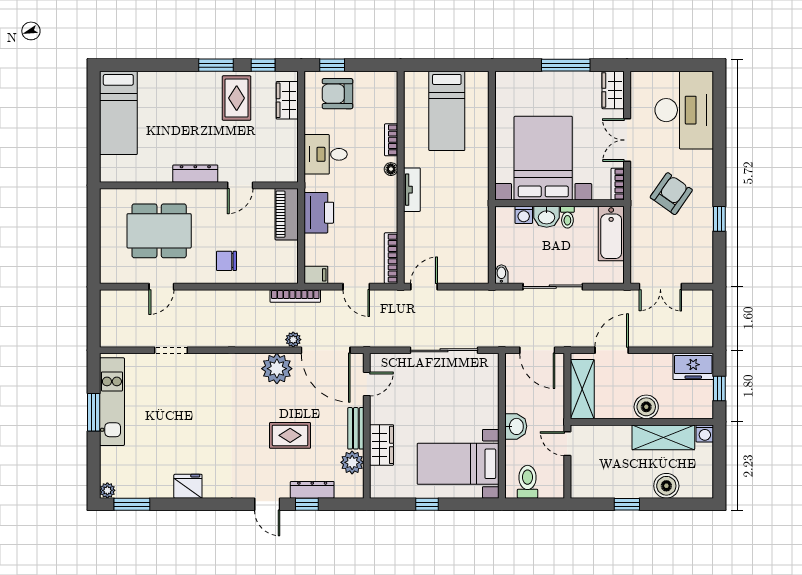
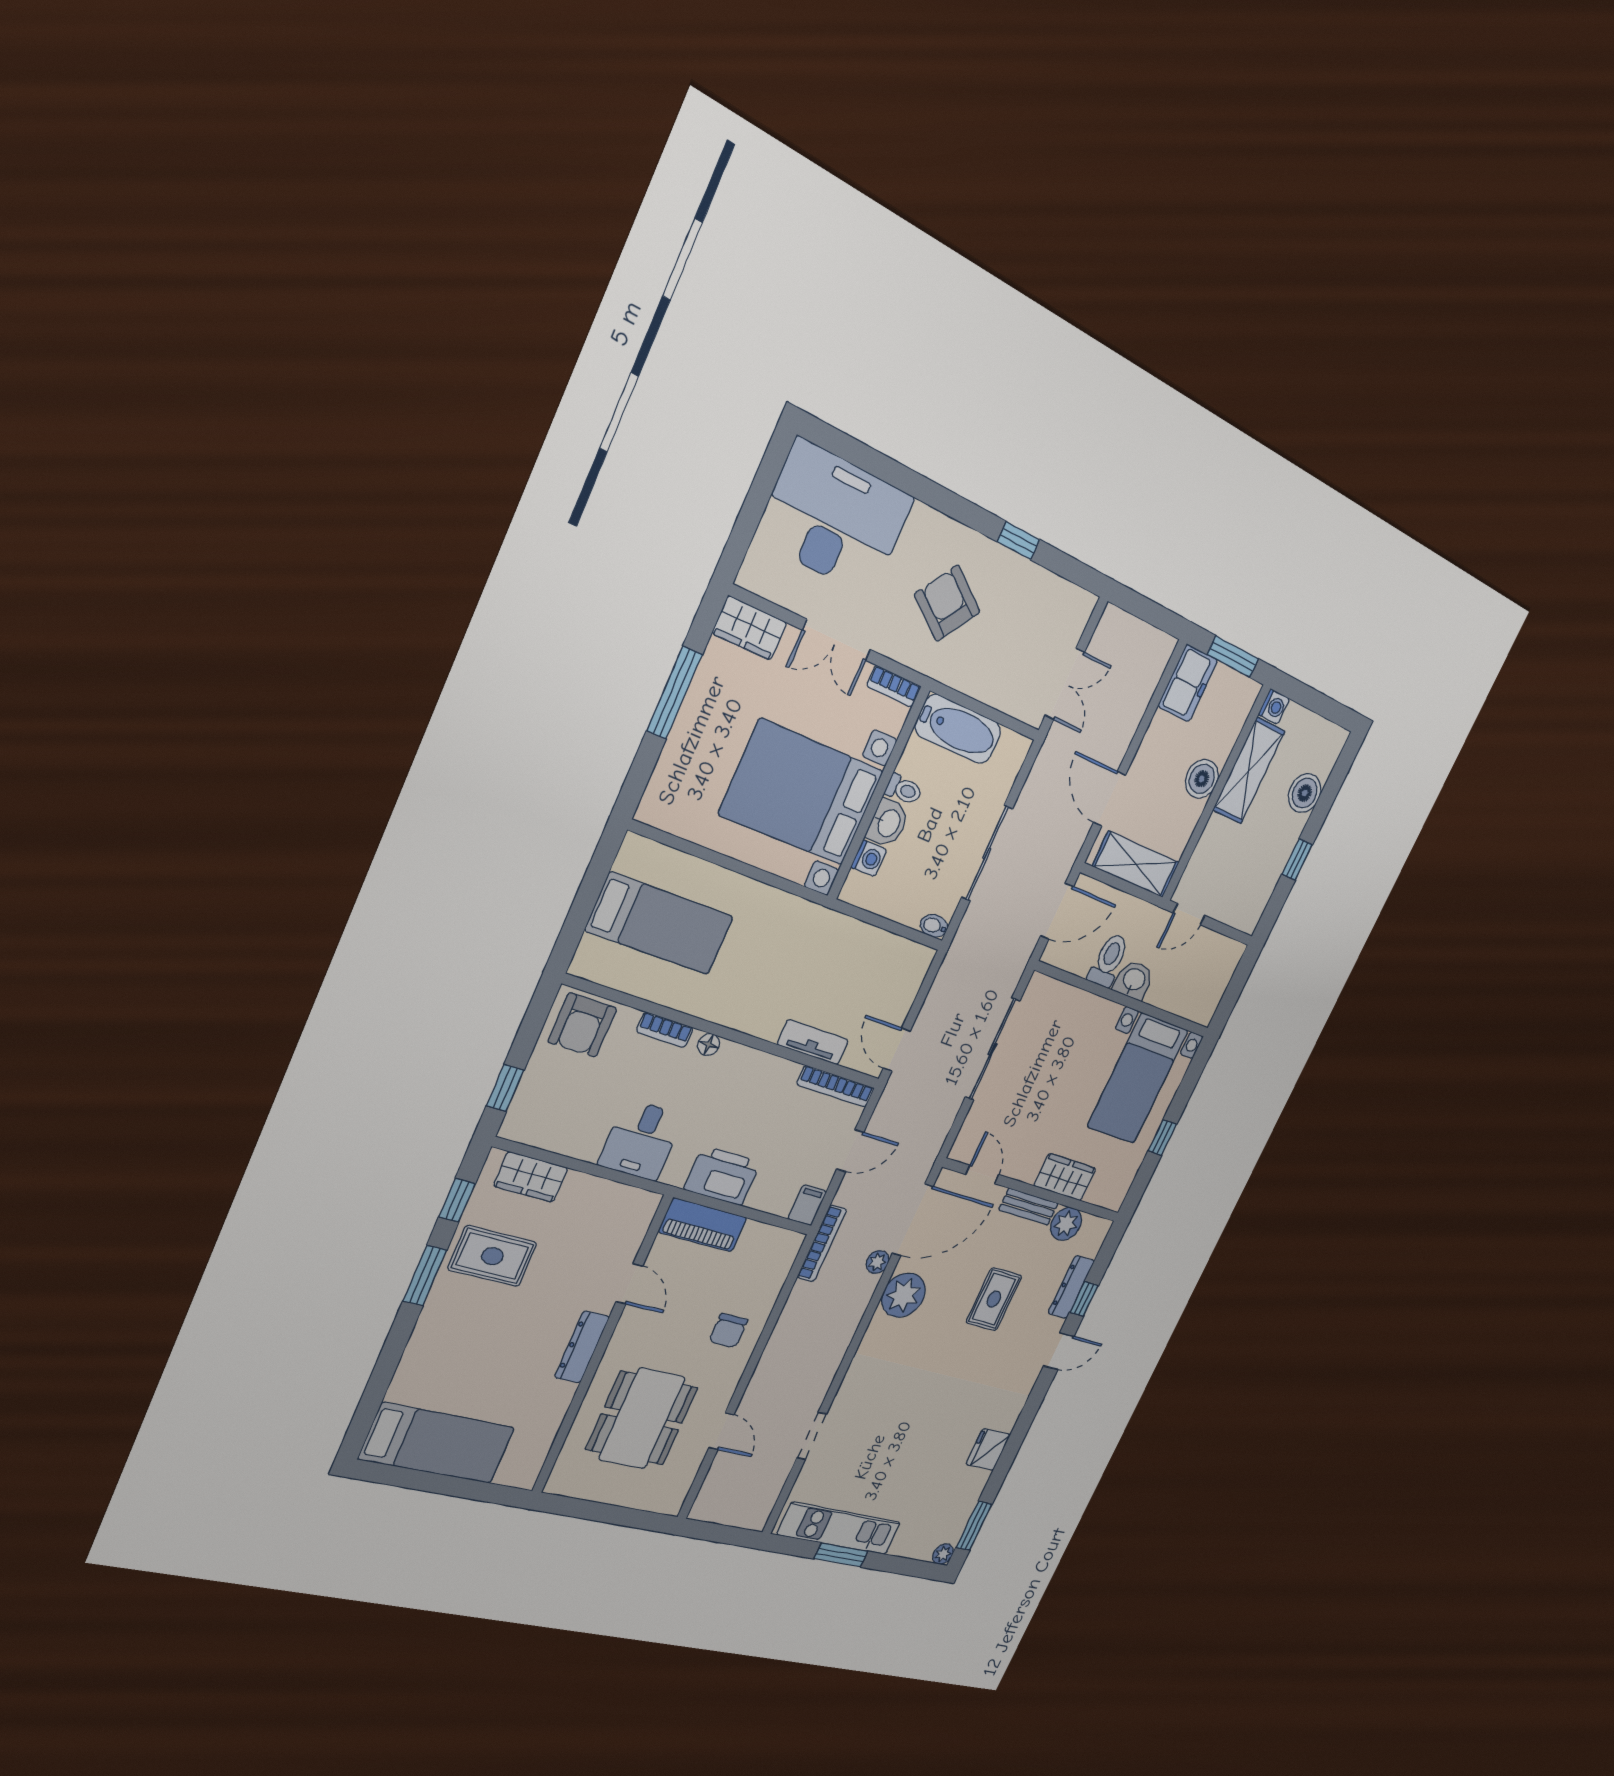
armchair: (337, 94) -> (582, 1025), moved
tv unit: (412, 190) -> (813, 1042), moved
window: (719, 388) -> (1233, 657), width x1.50
toilet: (528, 482) -> (1109, 960), moved, turned 90

